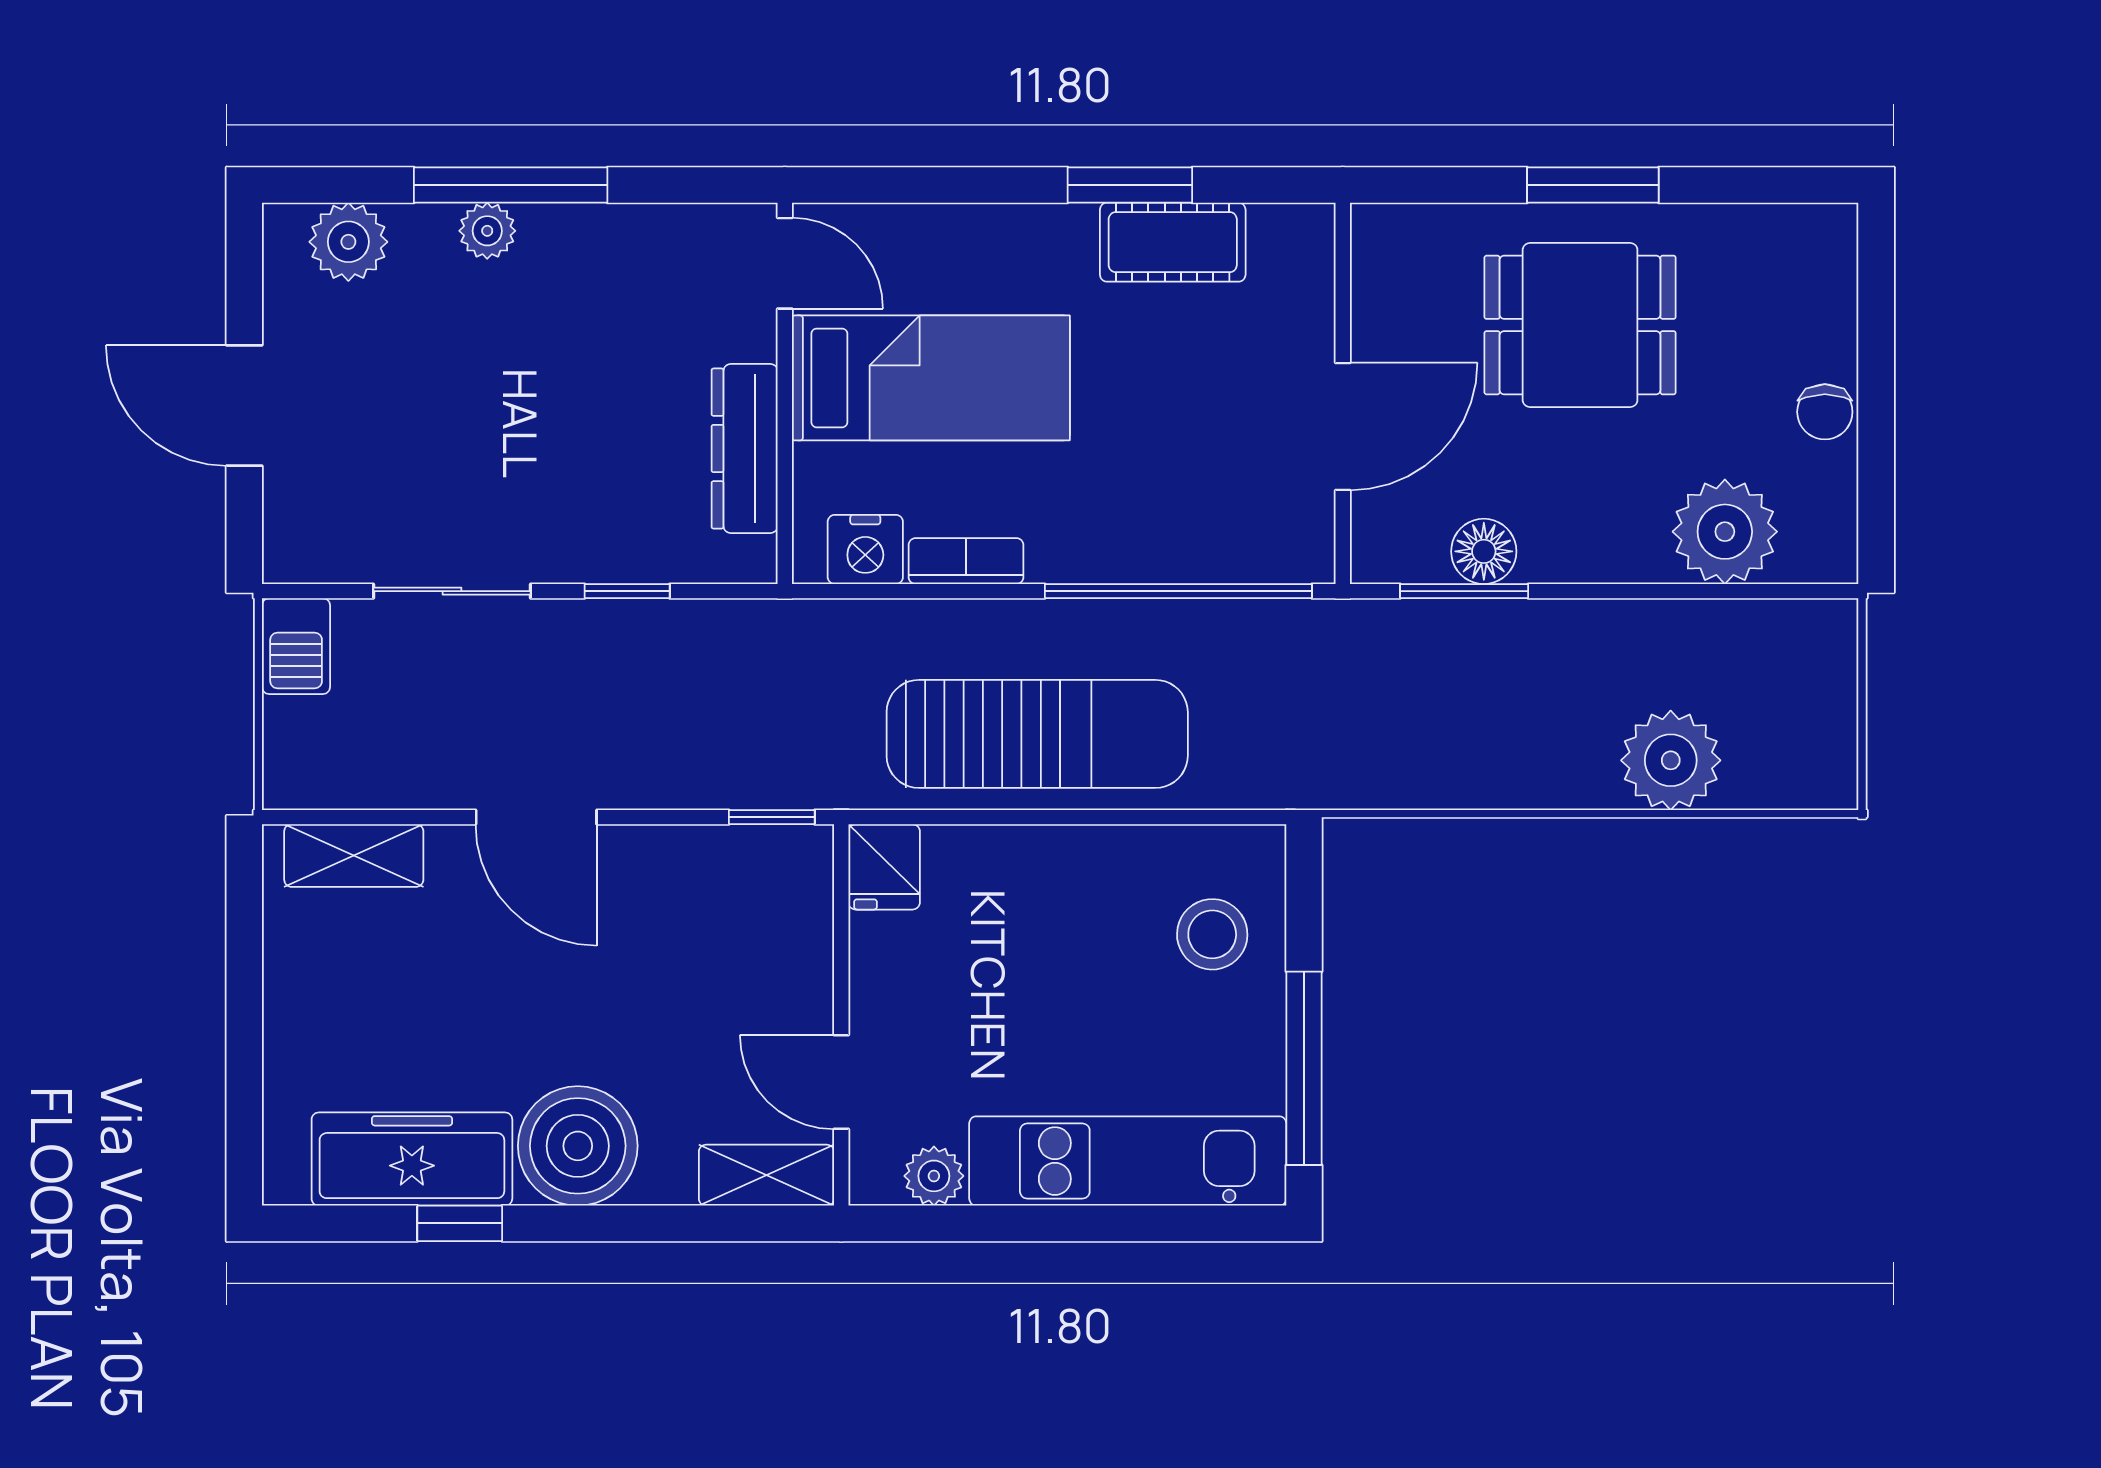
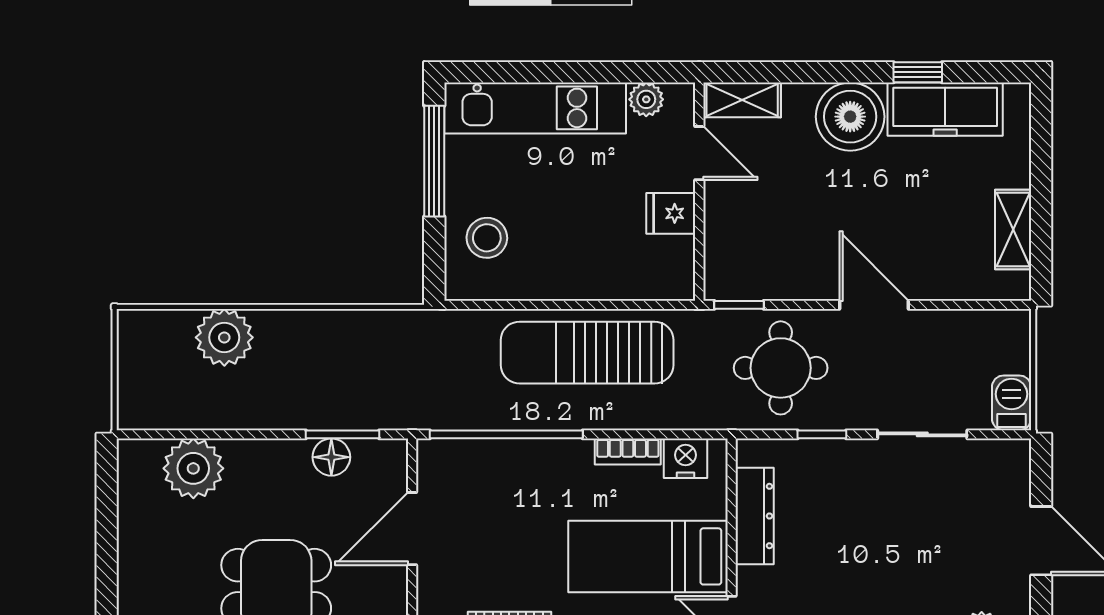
chair: (1825, 412) -> (136, 537), removed
round table: (699, 707) -> (781, 368), added
shelving: (354, 856) -> (1013, 230), moved, turned 90
fridge: (884, 867) -> (671, 213), moved, turned -90

